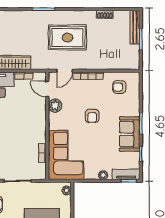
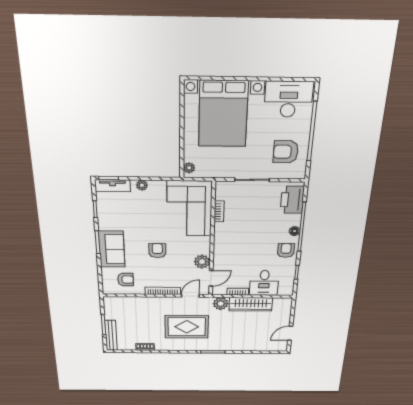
plant: (38, 63) -> (221, 304), added
door: (47, 89) -> (211, 278), hinge flipped
sofa: (130, 134) -> (112, 249), moved

